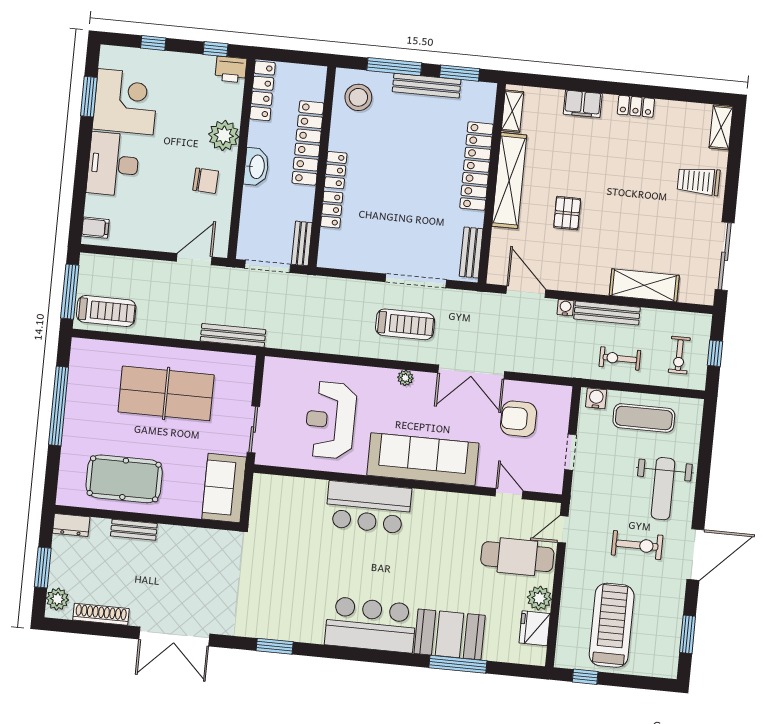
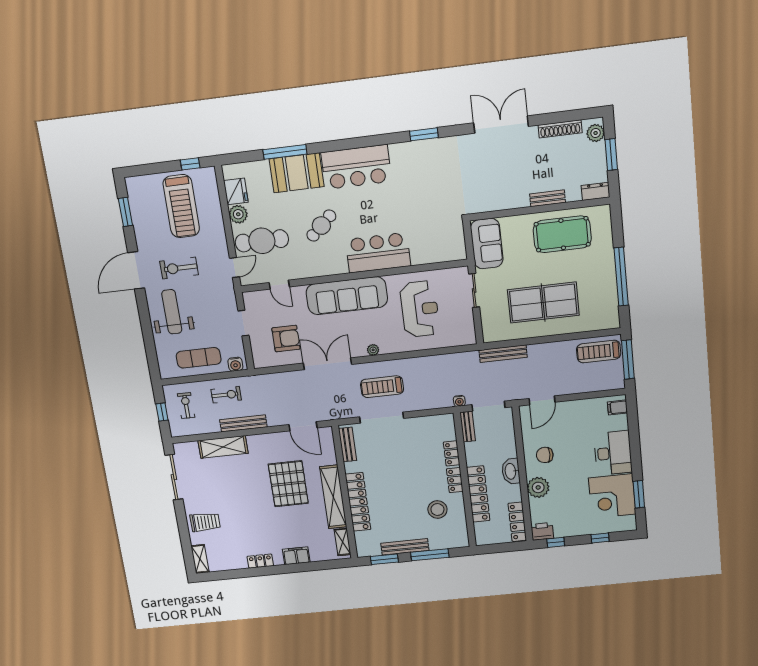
stool: (358, 97) -> (437, 510), moved
pallet: (567, 213) -> (288, 484), width x2.05, depth x2.00
water cooler: (565, 308) -> (459, 401), moved
cafe table: (434, 559) -> (321, 226), added

